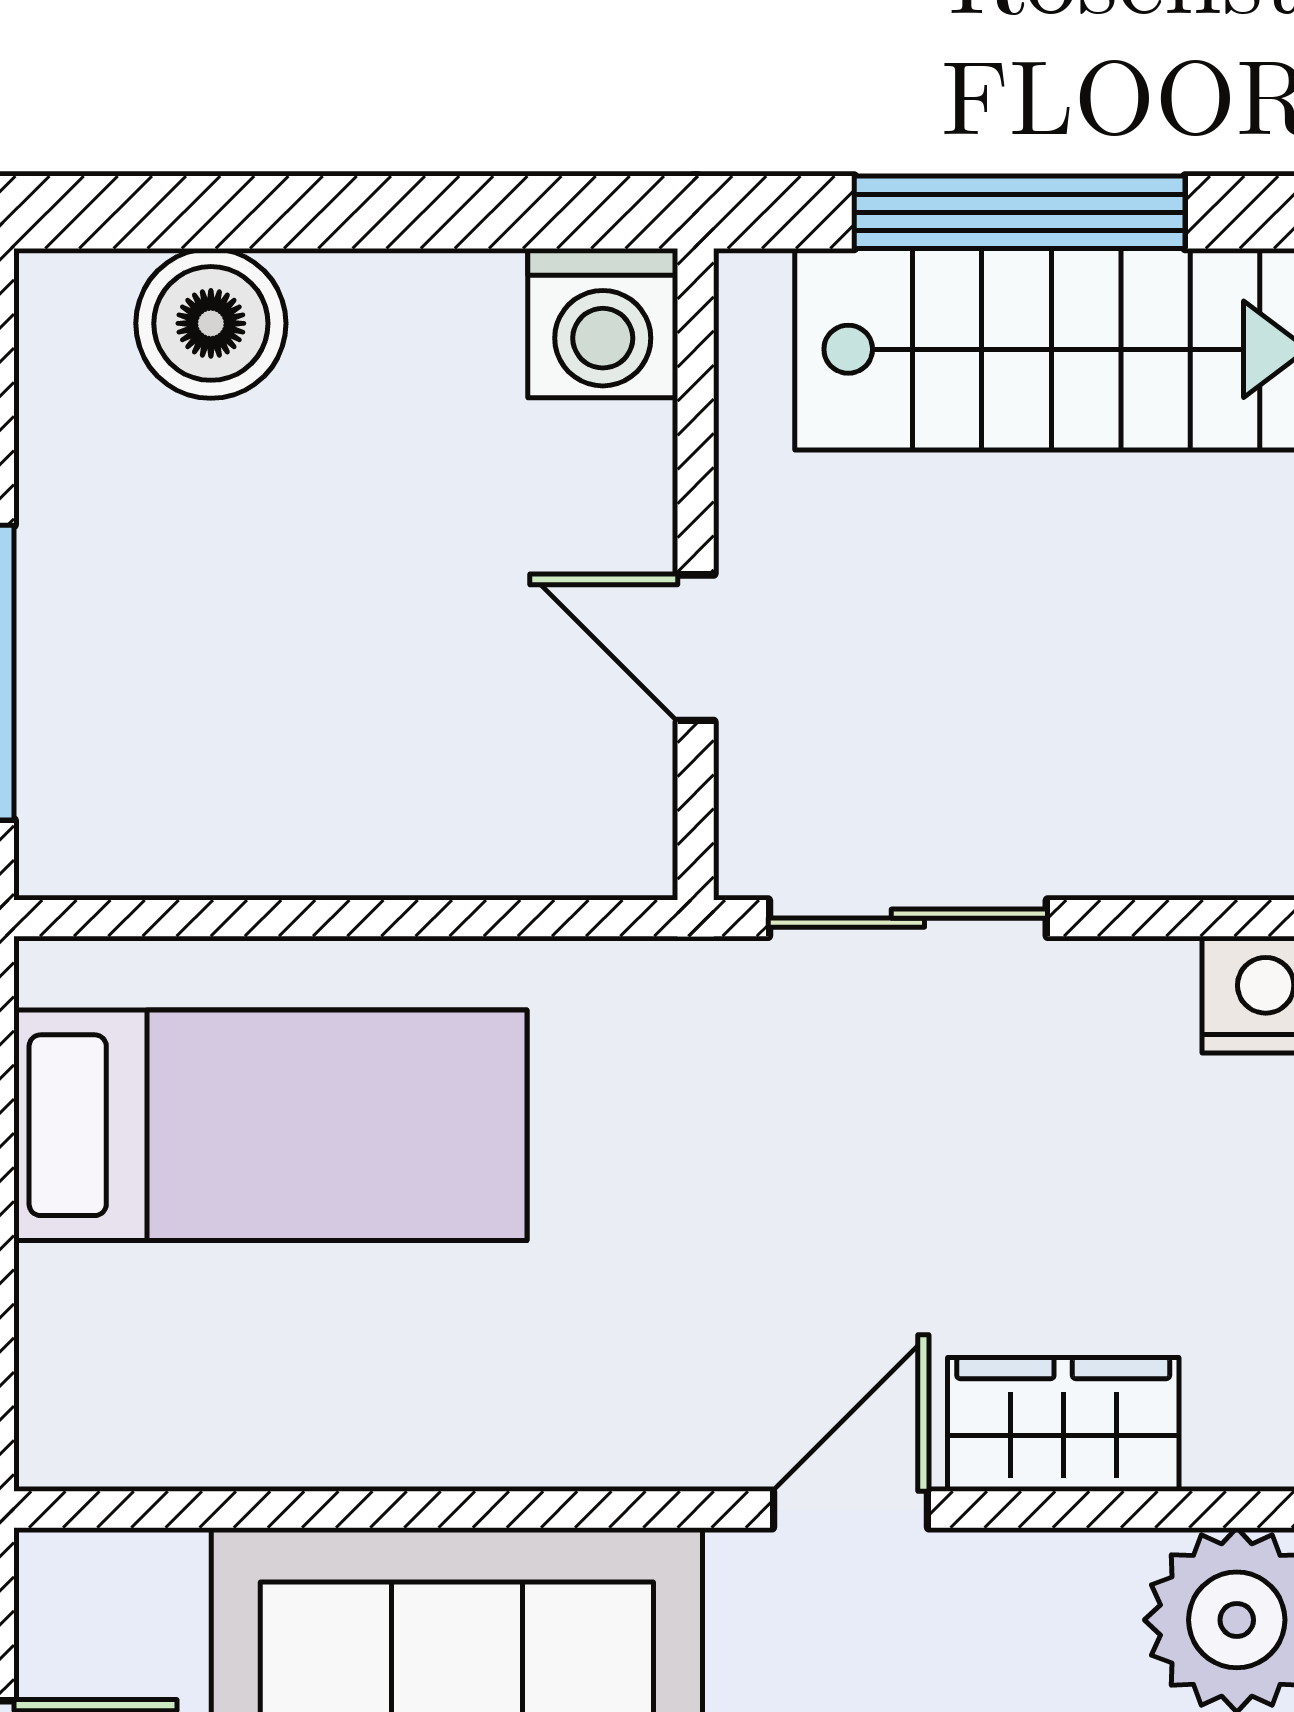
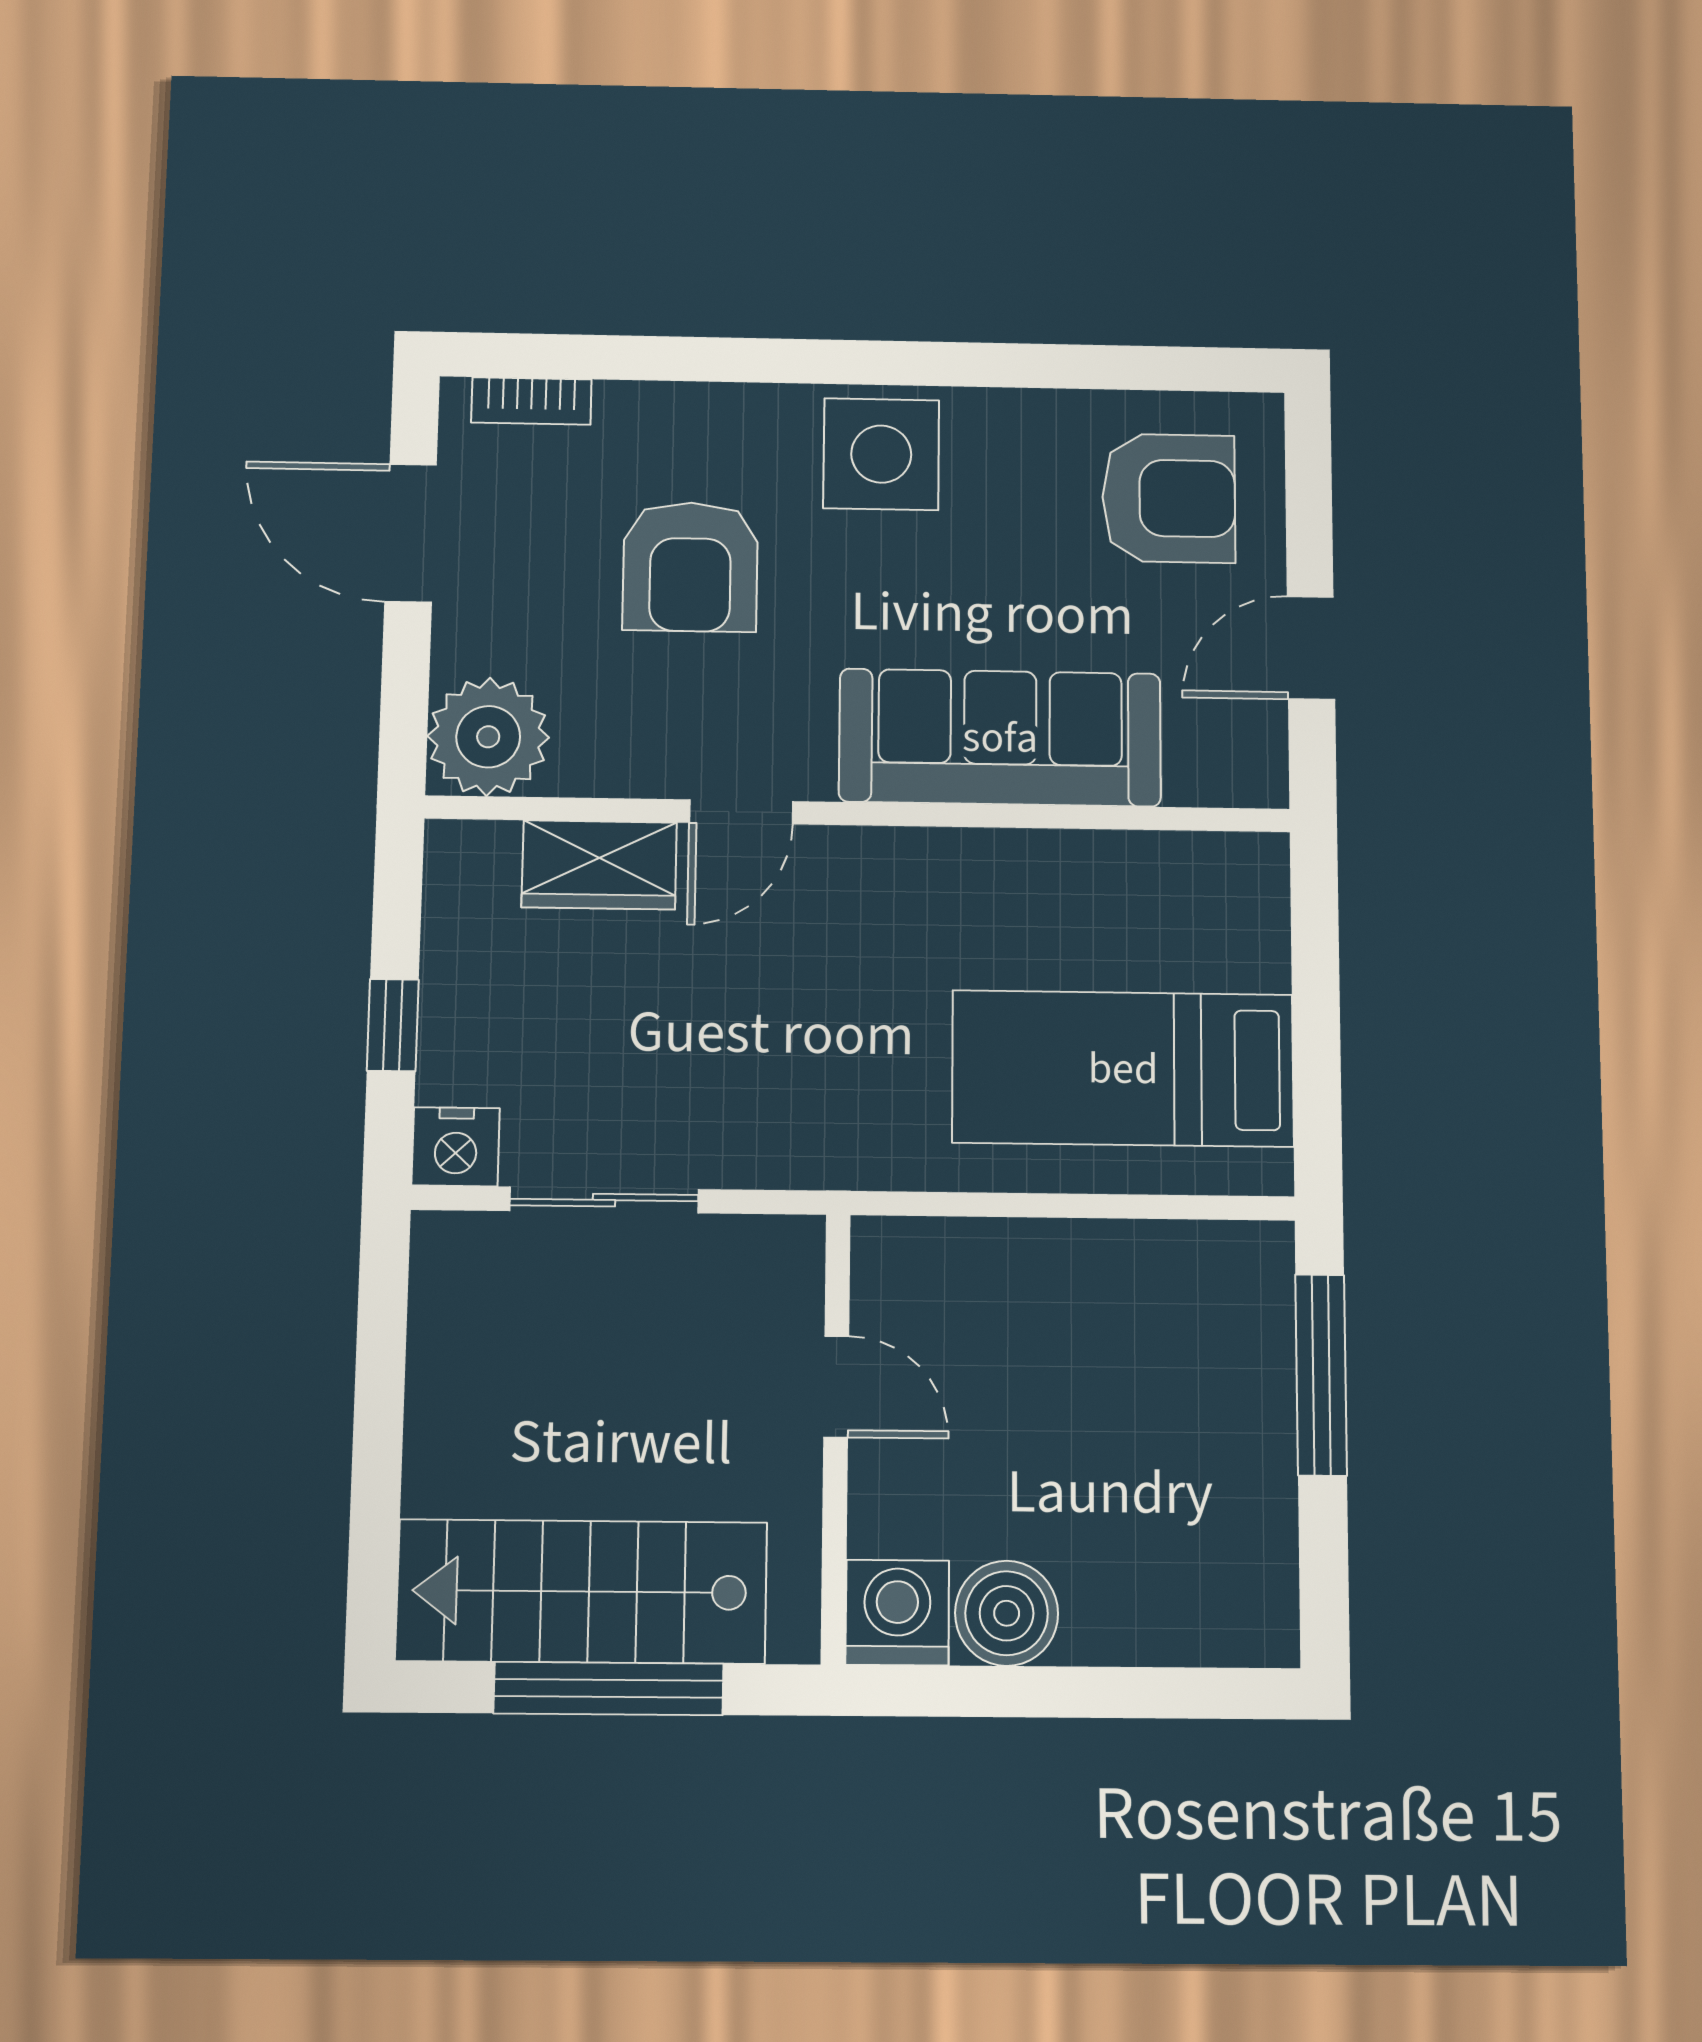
boiler: (211, 323) -> (1007, 1613), moved
sliding door: (908, 918) -> (604, 1200), moved

